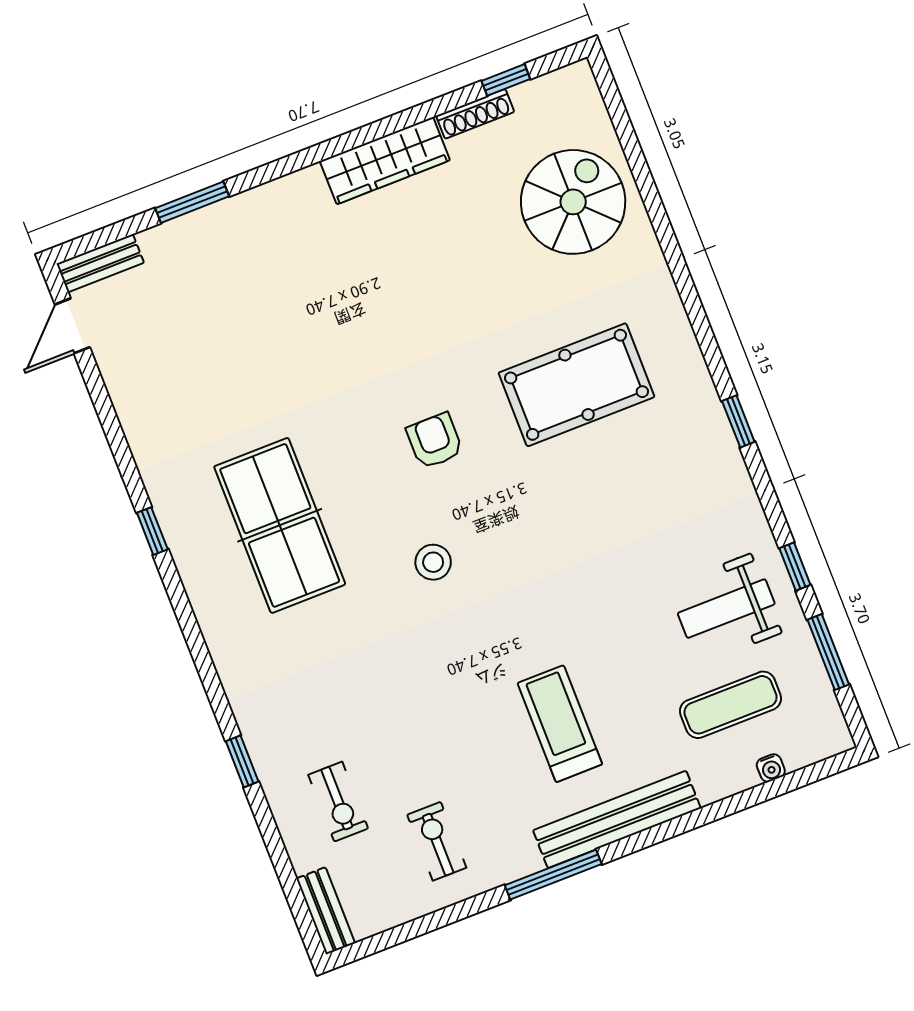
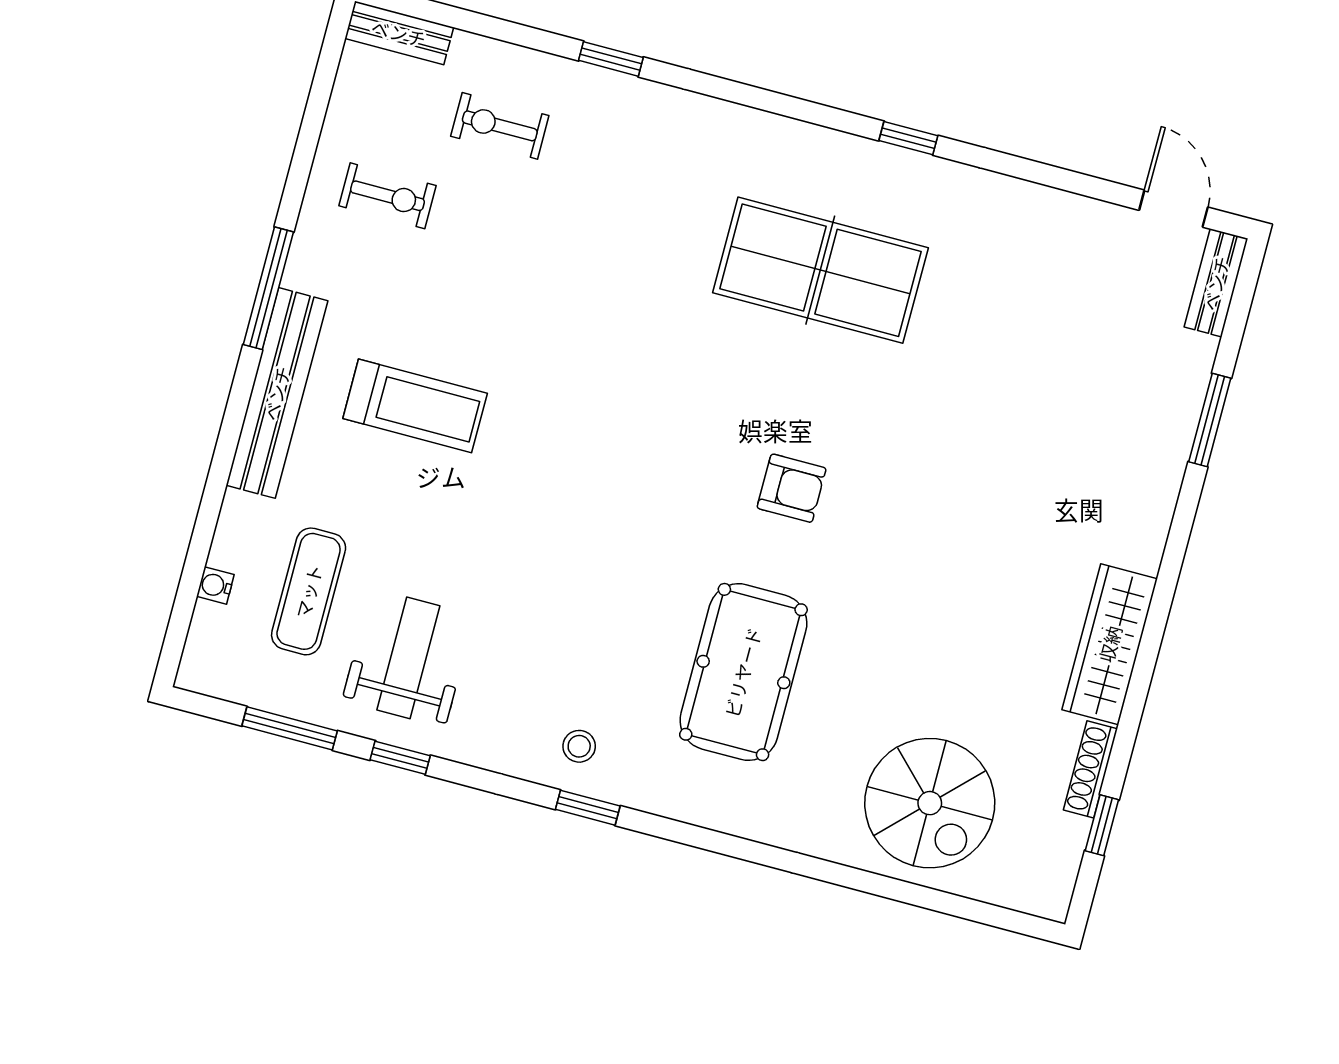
stool: (433, 562) -> (579, 746), moved, width x0.73, depth x0.73

